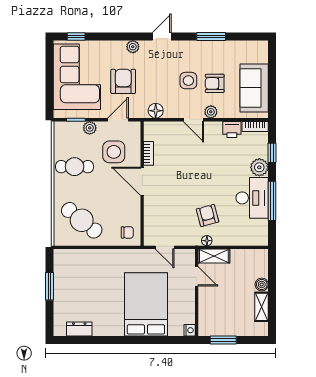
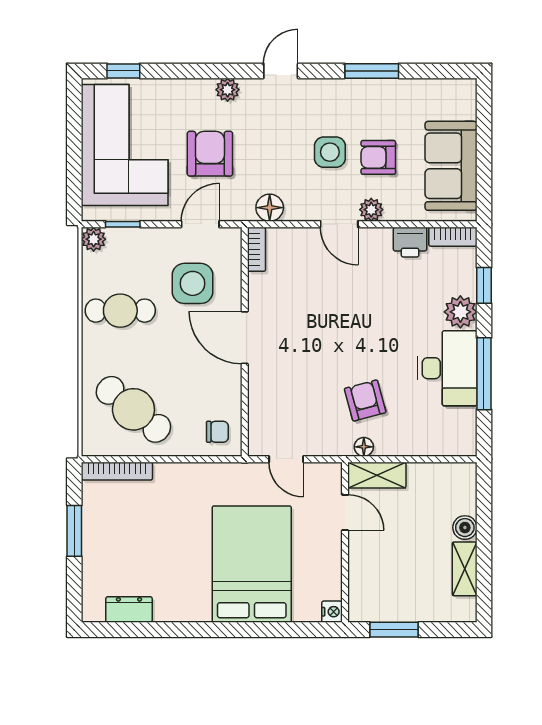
plant: (90, 128) -> (94, 239), moved
bookcase: (149, 153) -> (256, 249), moved
bookcase: (73, 254) -> (117, 471), added

